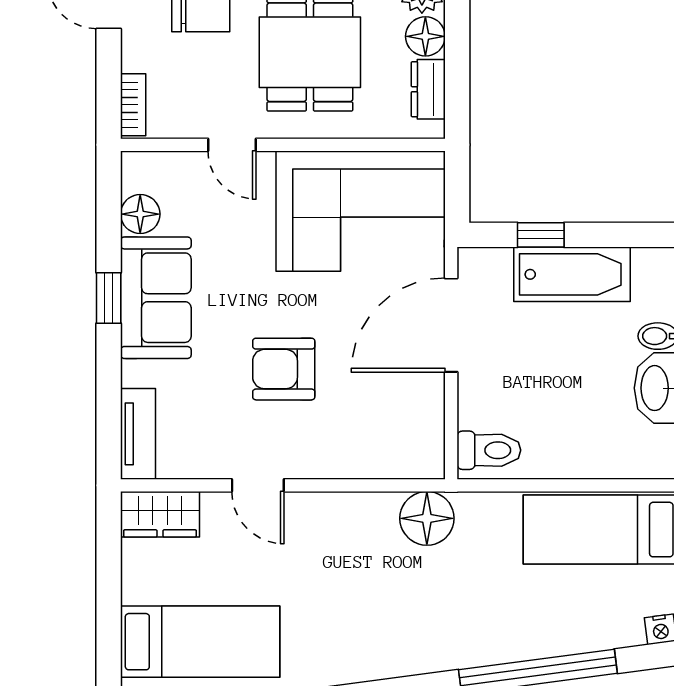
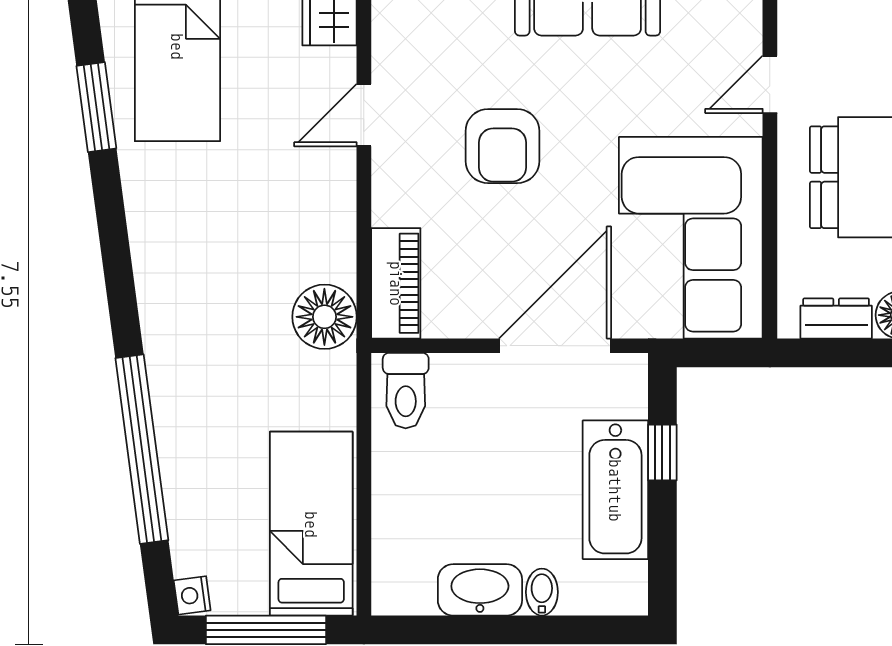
door: (451, 325) -> (555, 346), hinge flipped
armchair: (284, 369) -> (503, 146), turned 180
piano: (399, 459) -> (396, 283), added

